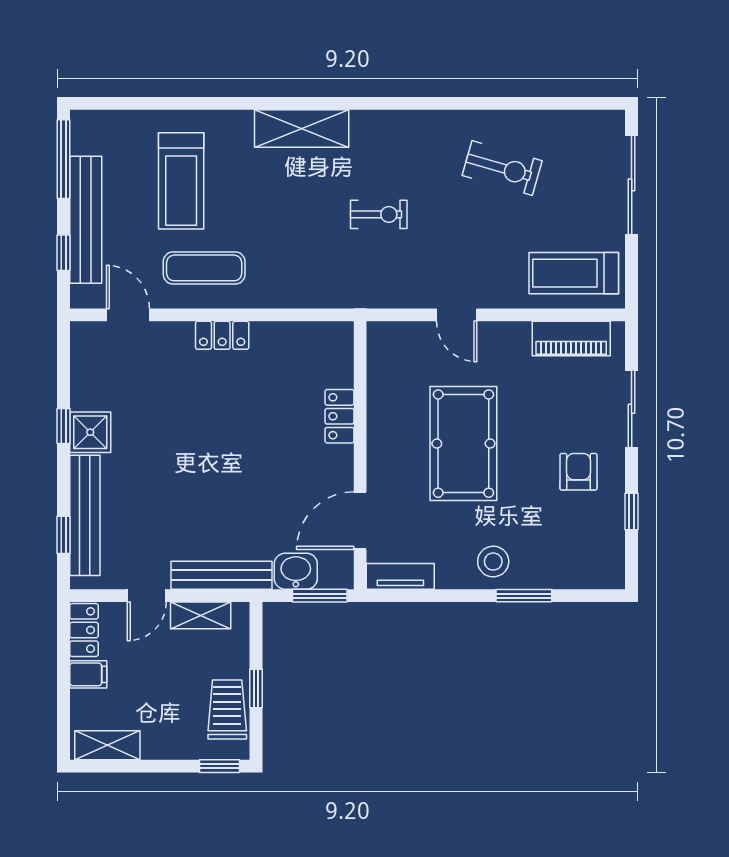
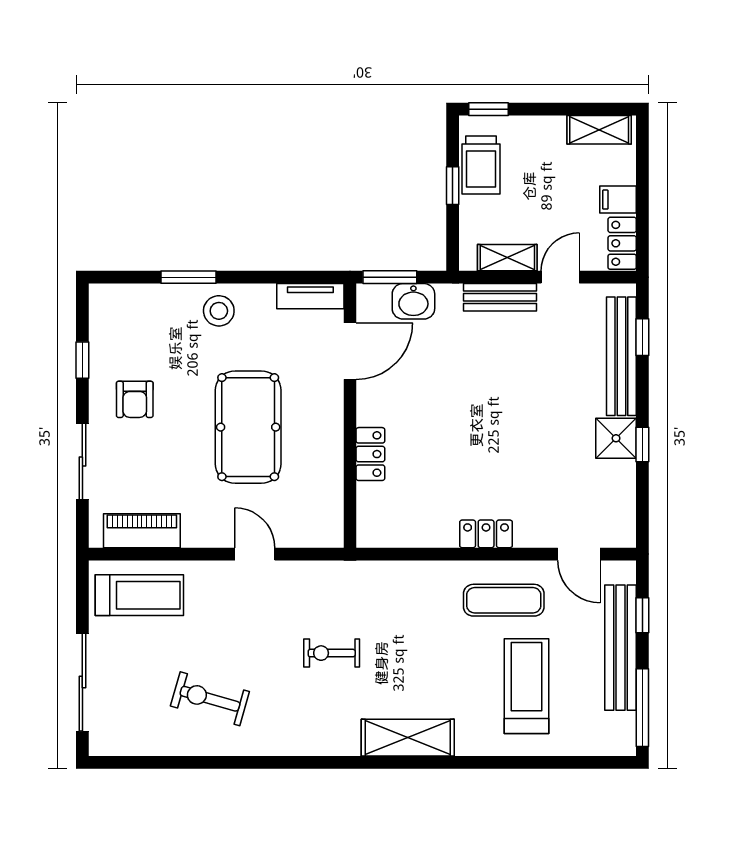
bench: (221, 575) -> (500, 297), width x0.73

